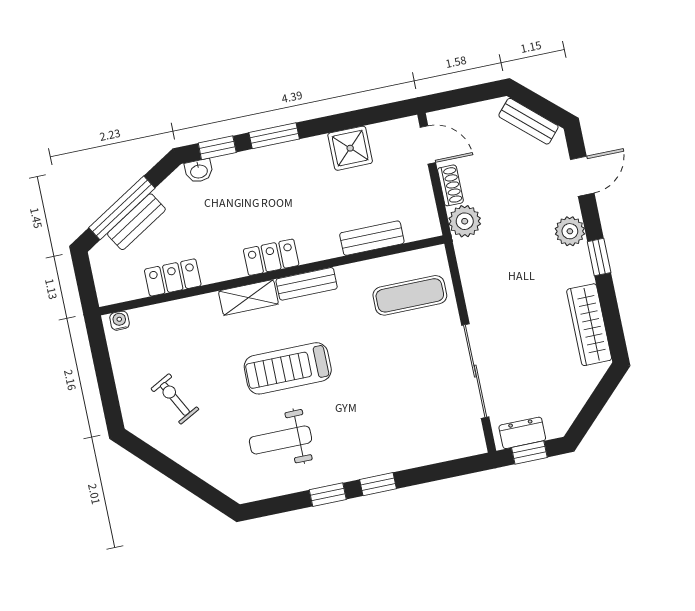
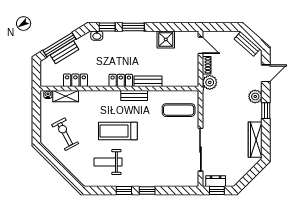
bench: (372, 238) -> (148, 81), moved
shelving: (248, 298) -> (66, 96), moved
exercise bike: (175, 399) -> (65, 134), width x1.38, depth x1.39

